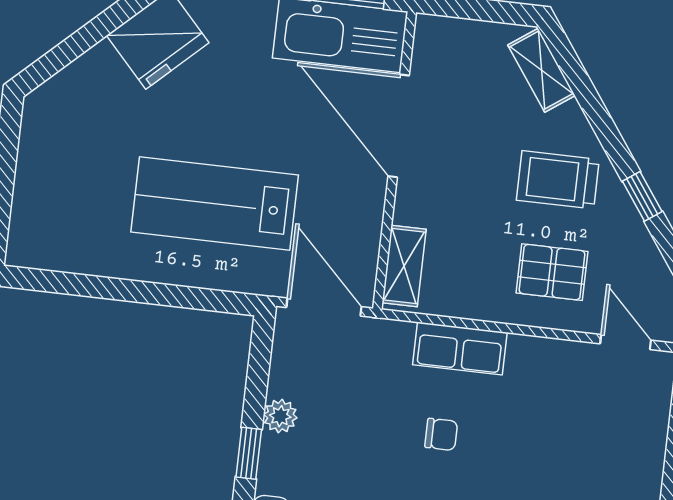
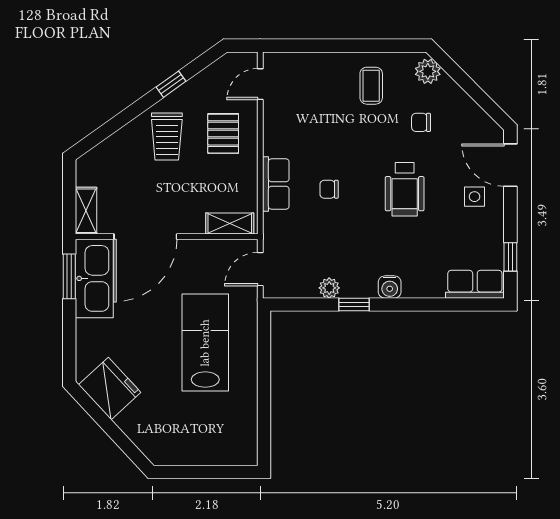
shelving: (542, 70) -> (86, 211), moved, turned -55
lab bench: (215, 204) -> (205, 343), turned 180
door: (324, 307) -> (260, 269), width x0.73
chair: (441, 434) -> (329, 189), turned -90

